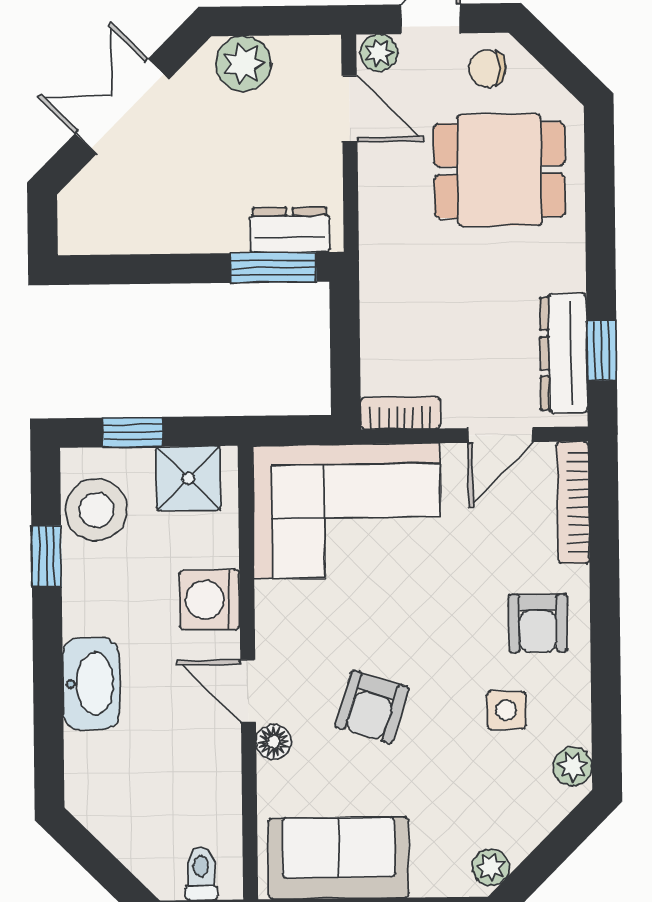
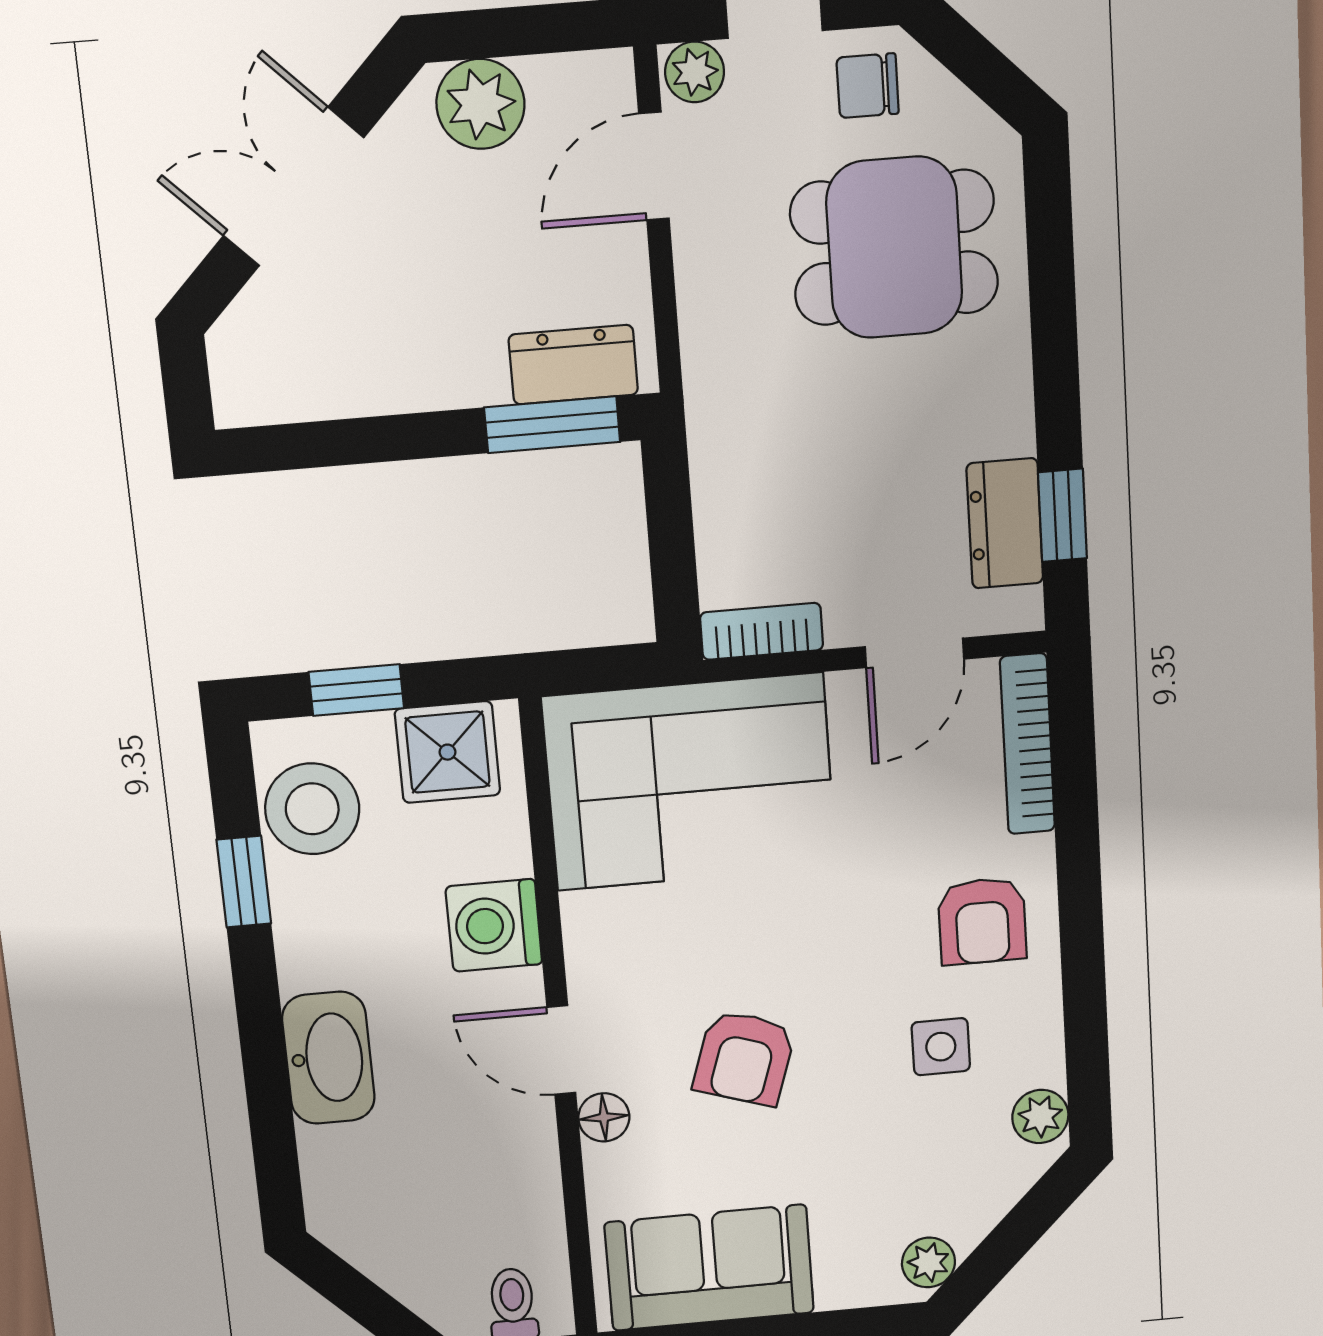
door: (350, 109) -> (654, 166), swing flipped
dresser: (564, 353) -> (1005, 523), width x0.70

